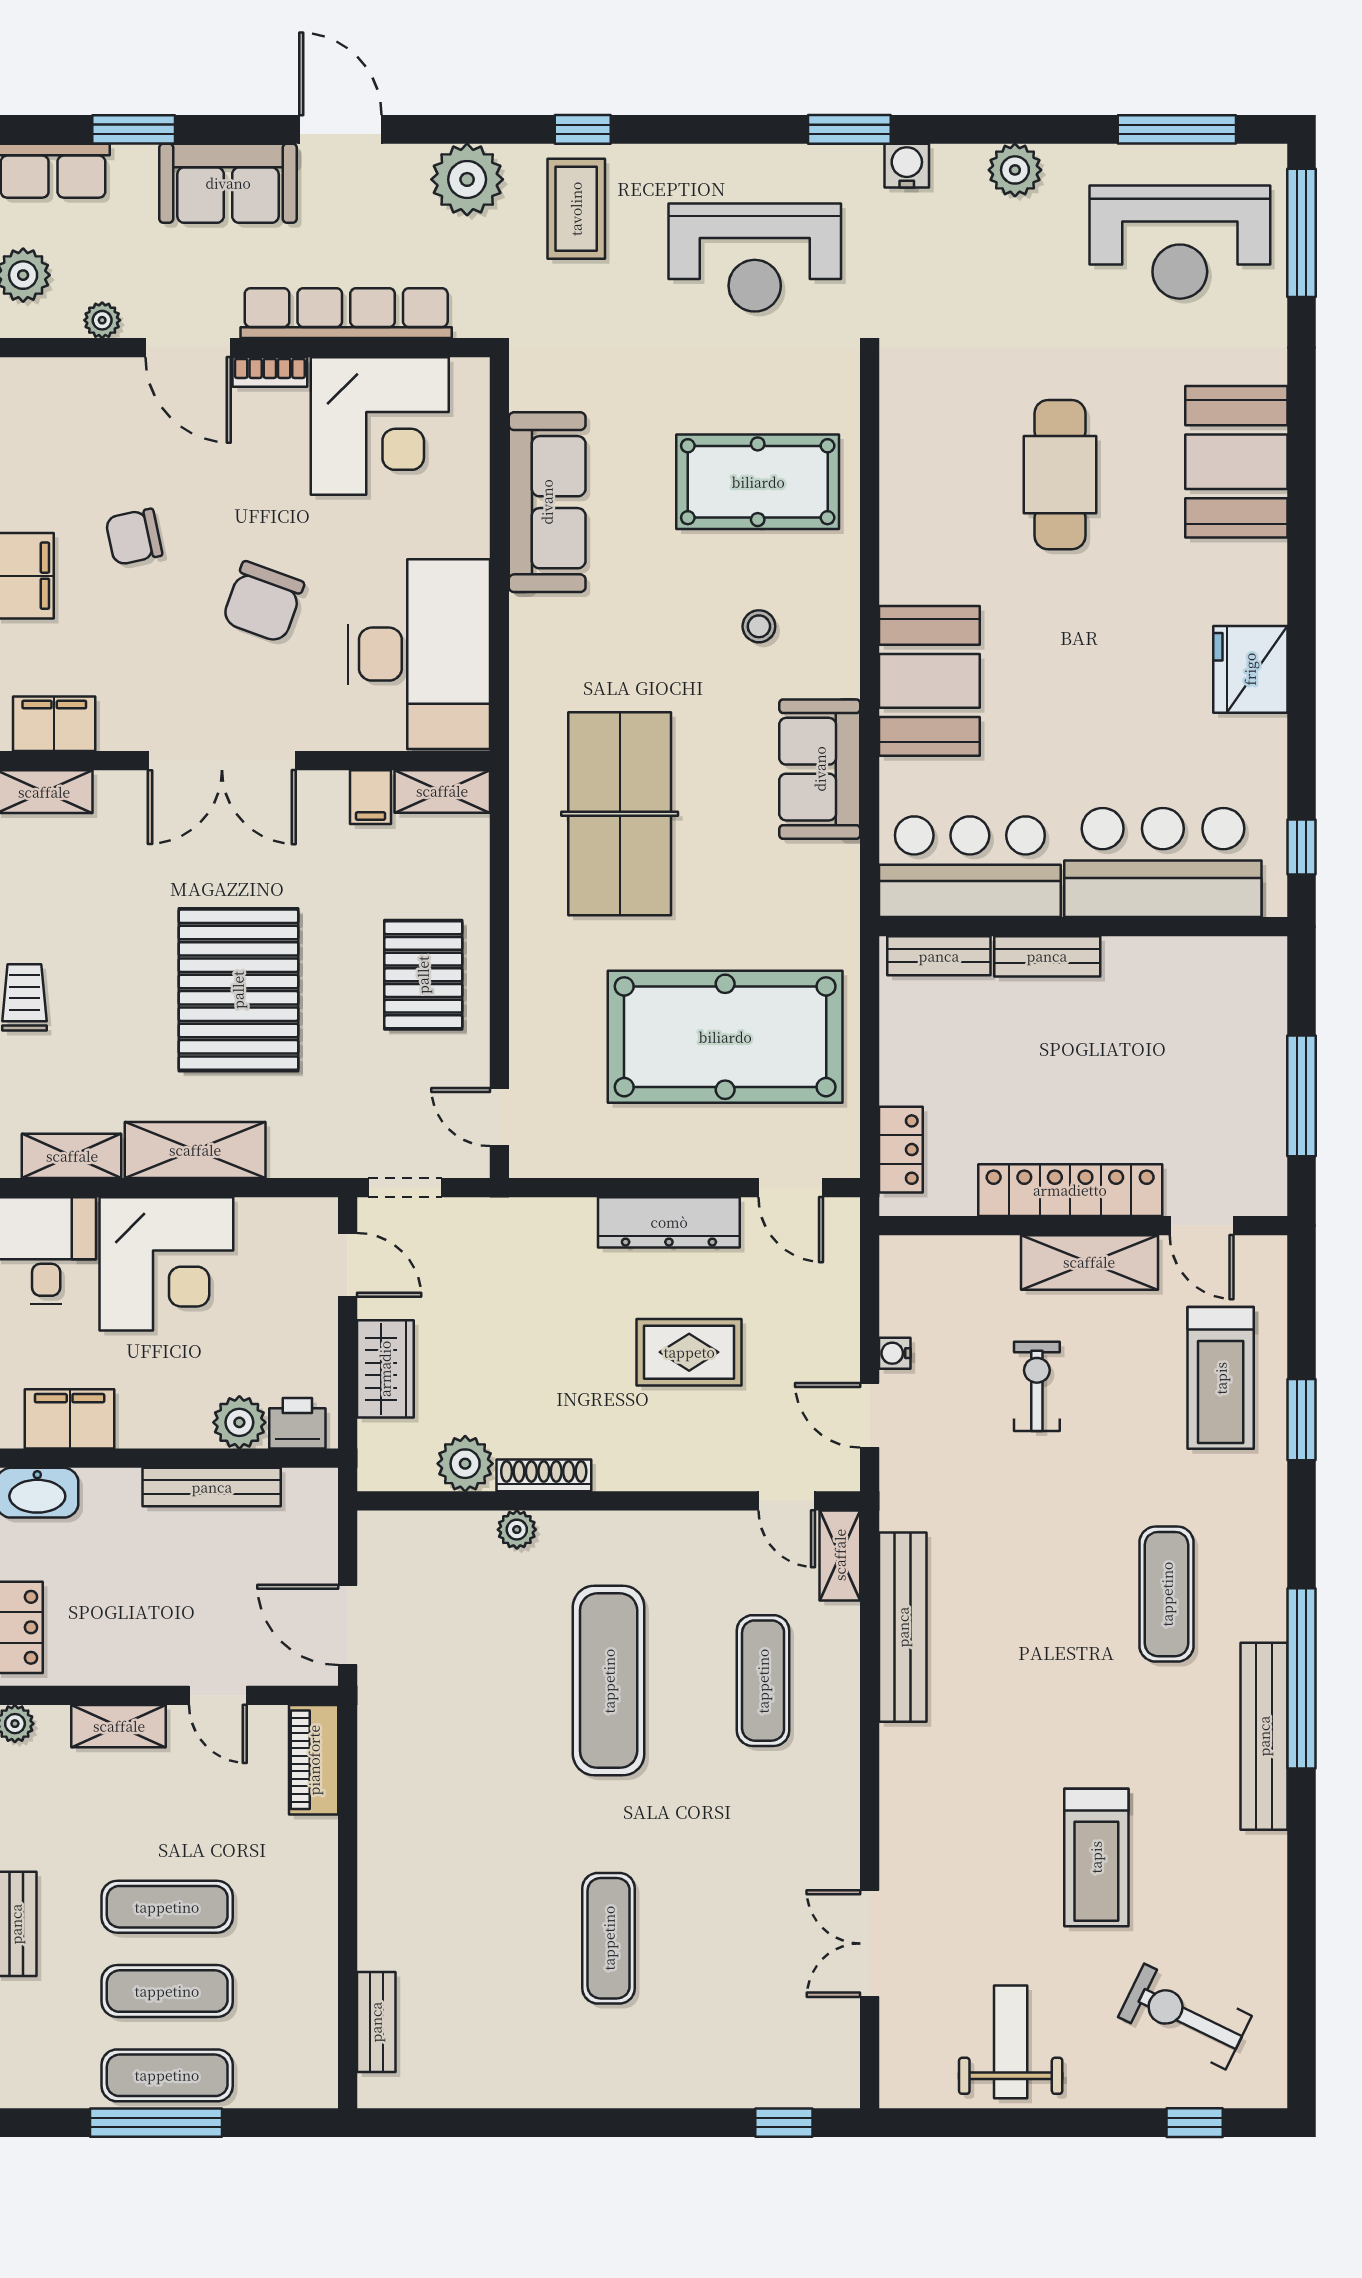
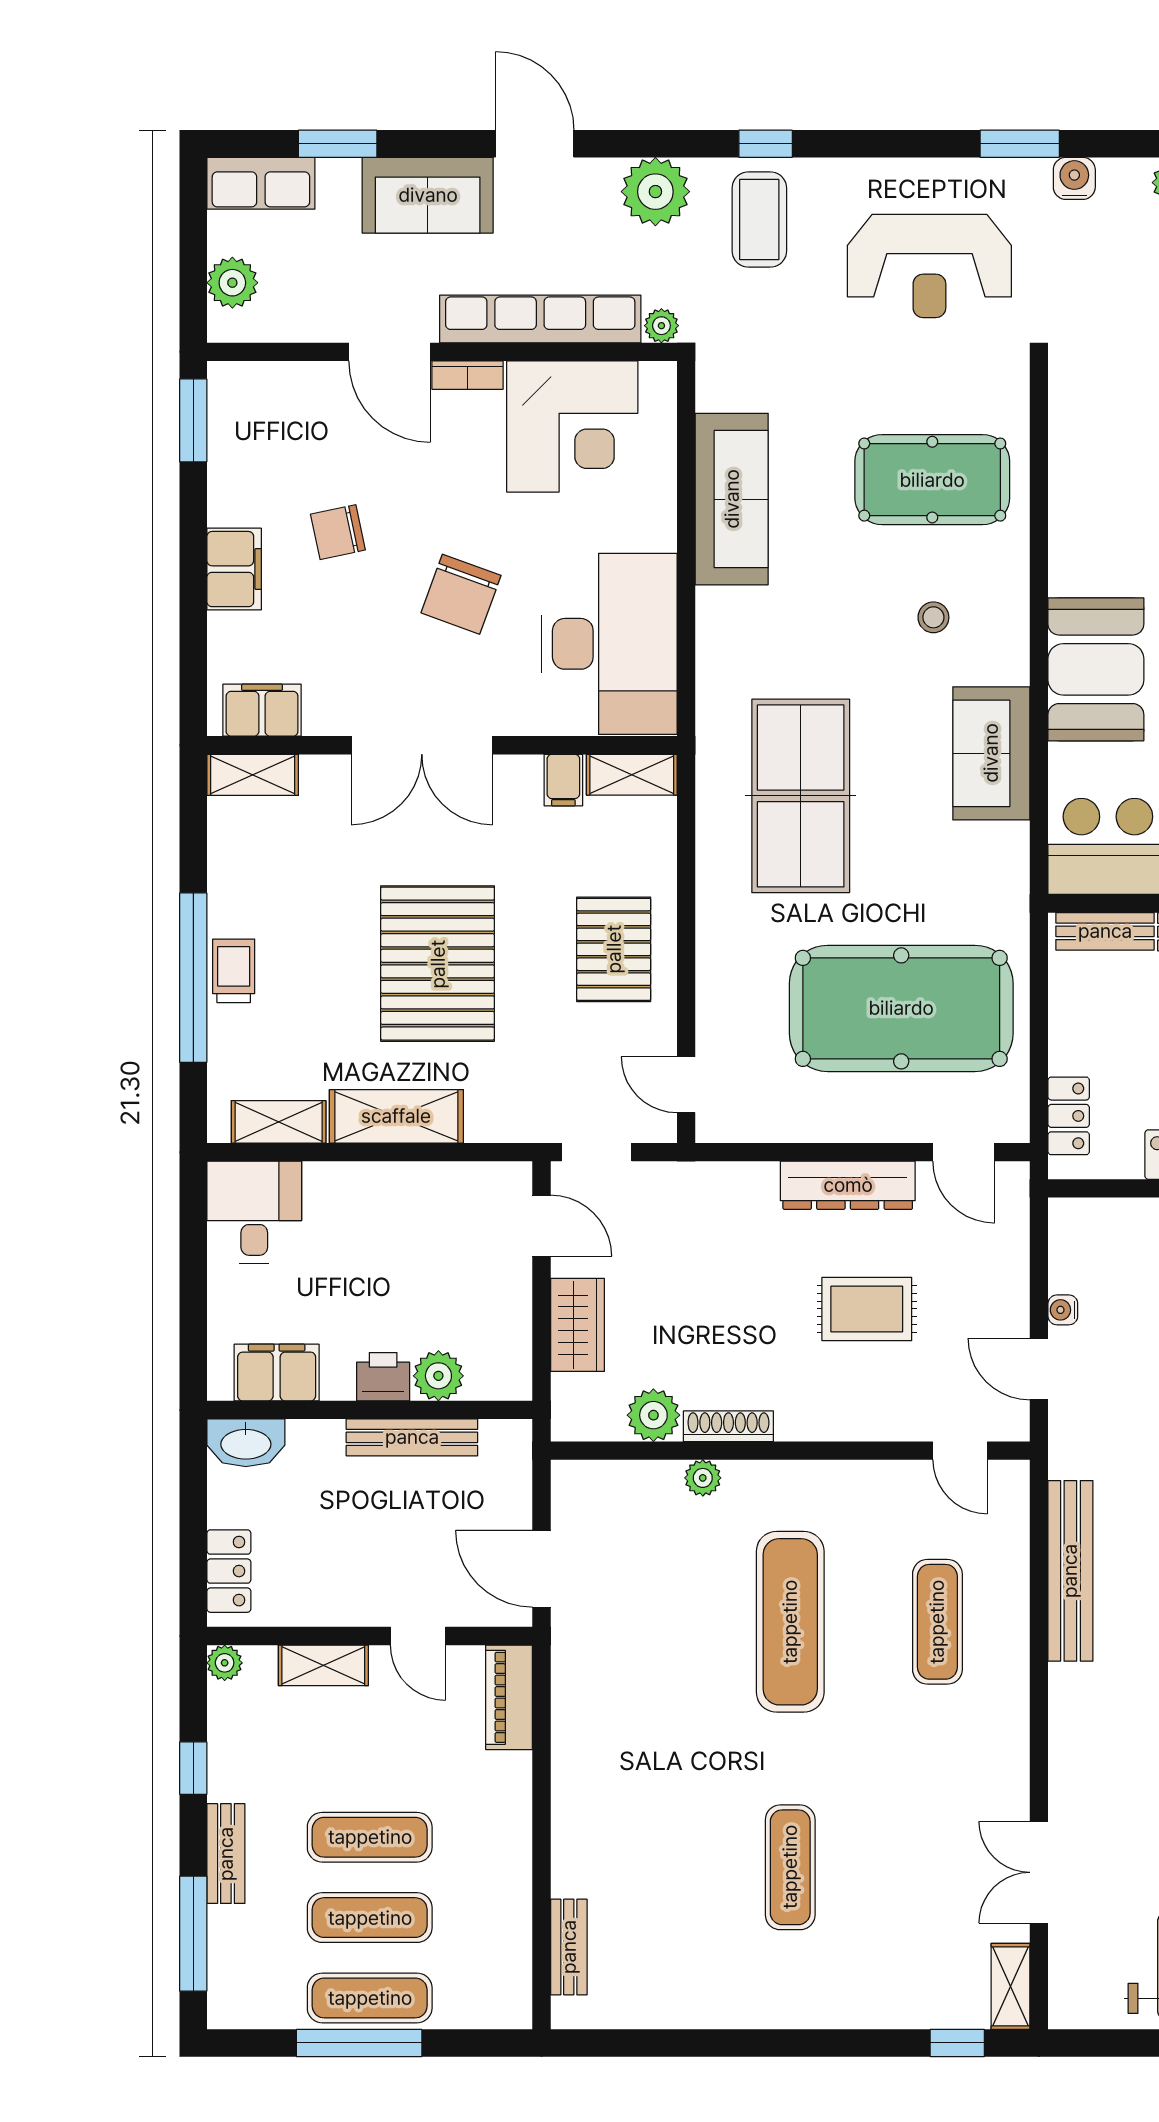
plant: (102, 320) -> (661, 326), moved
corner desk: (166, 1264) -> (369, 1225), removed
printer: (297, 1423) -> (383, 1377), moved
shelving: (840, 1555) -> (1011, 1986), moved

